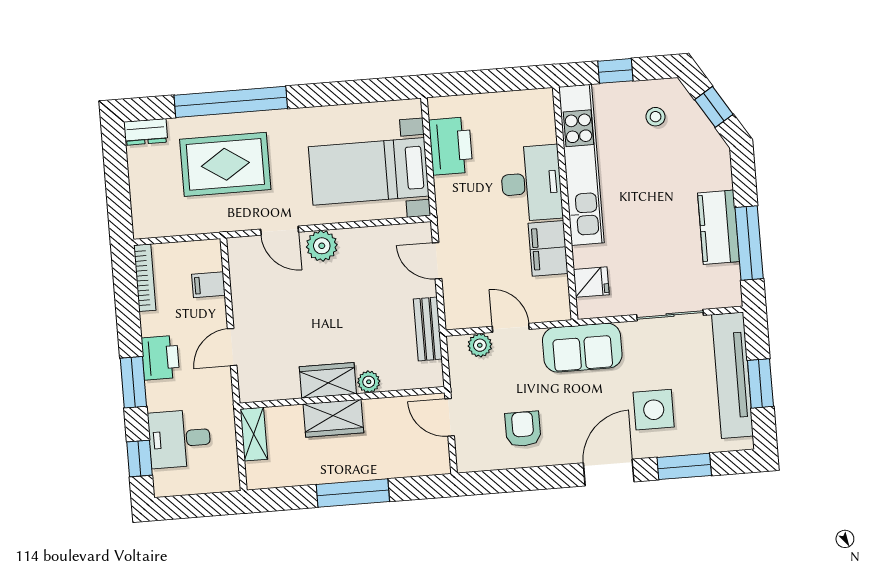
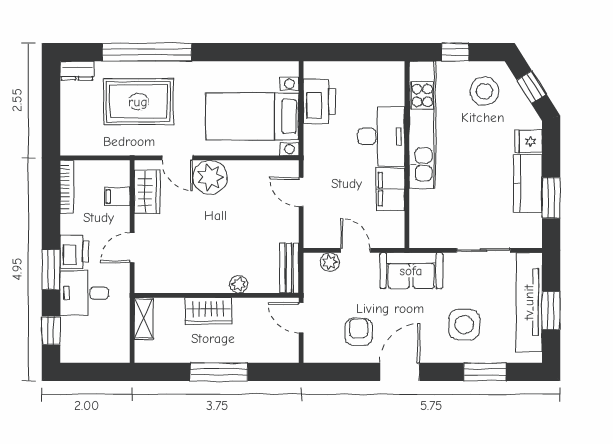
stool: (656, 117) -> (484, 91), width x1.89, depth x1.89
window: (749, 243) -> (551, 198), width x0.69
plant: (322, 246) -> (210, 177), width x1.36, depth x1.36
fridge: (591, 282) -> (529, 141), moved, turned 180
bench: (428, 329) -> (289, 268), moved
wardrobe: (328, 380) -> (147, 192), moved, turned 90
desk: (179, 439) -> (84, 293), moved
door: (609, 472) -> (400, 372), moved

